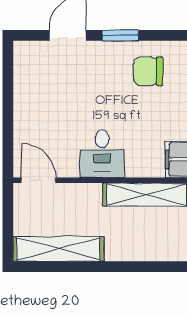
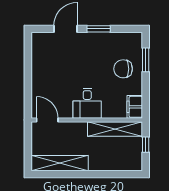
chair: (148, 71) -> (123, 69), moved

